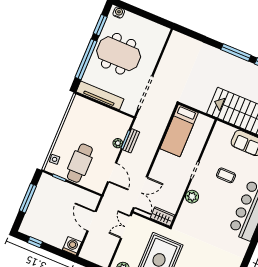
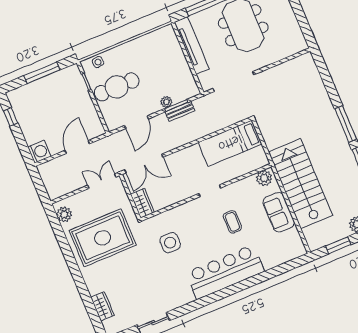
plant: (192, 197) -> (264, 178), moved
side table: (202, 224) -> (170, 243), added

